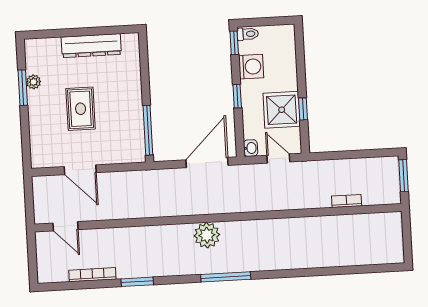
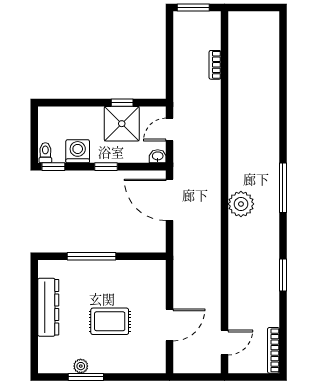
window: (148, 130) -> (91, 256), moved
bookcase: (92, 275) -> (273, 350), moved

